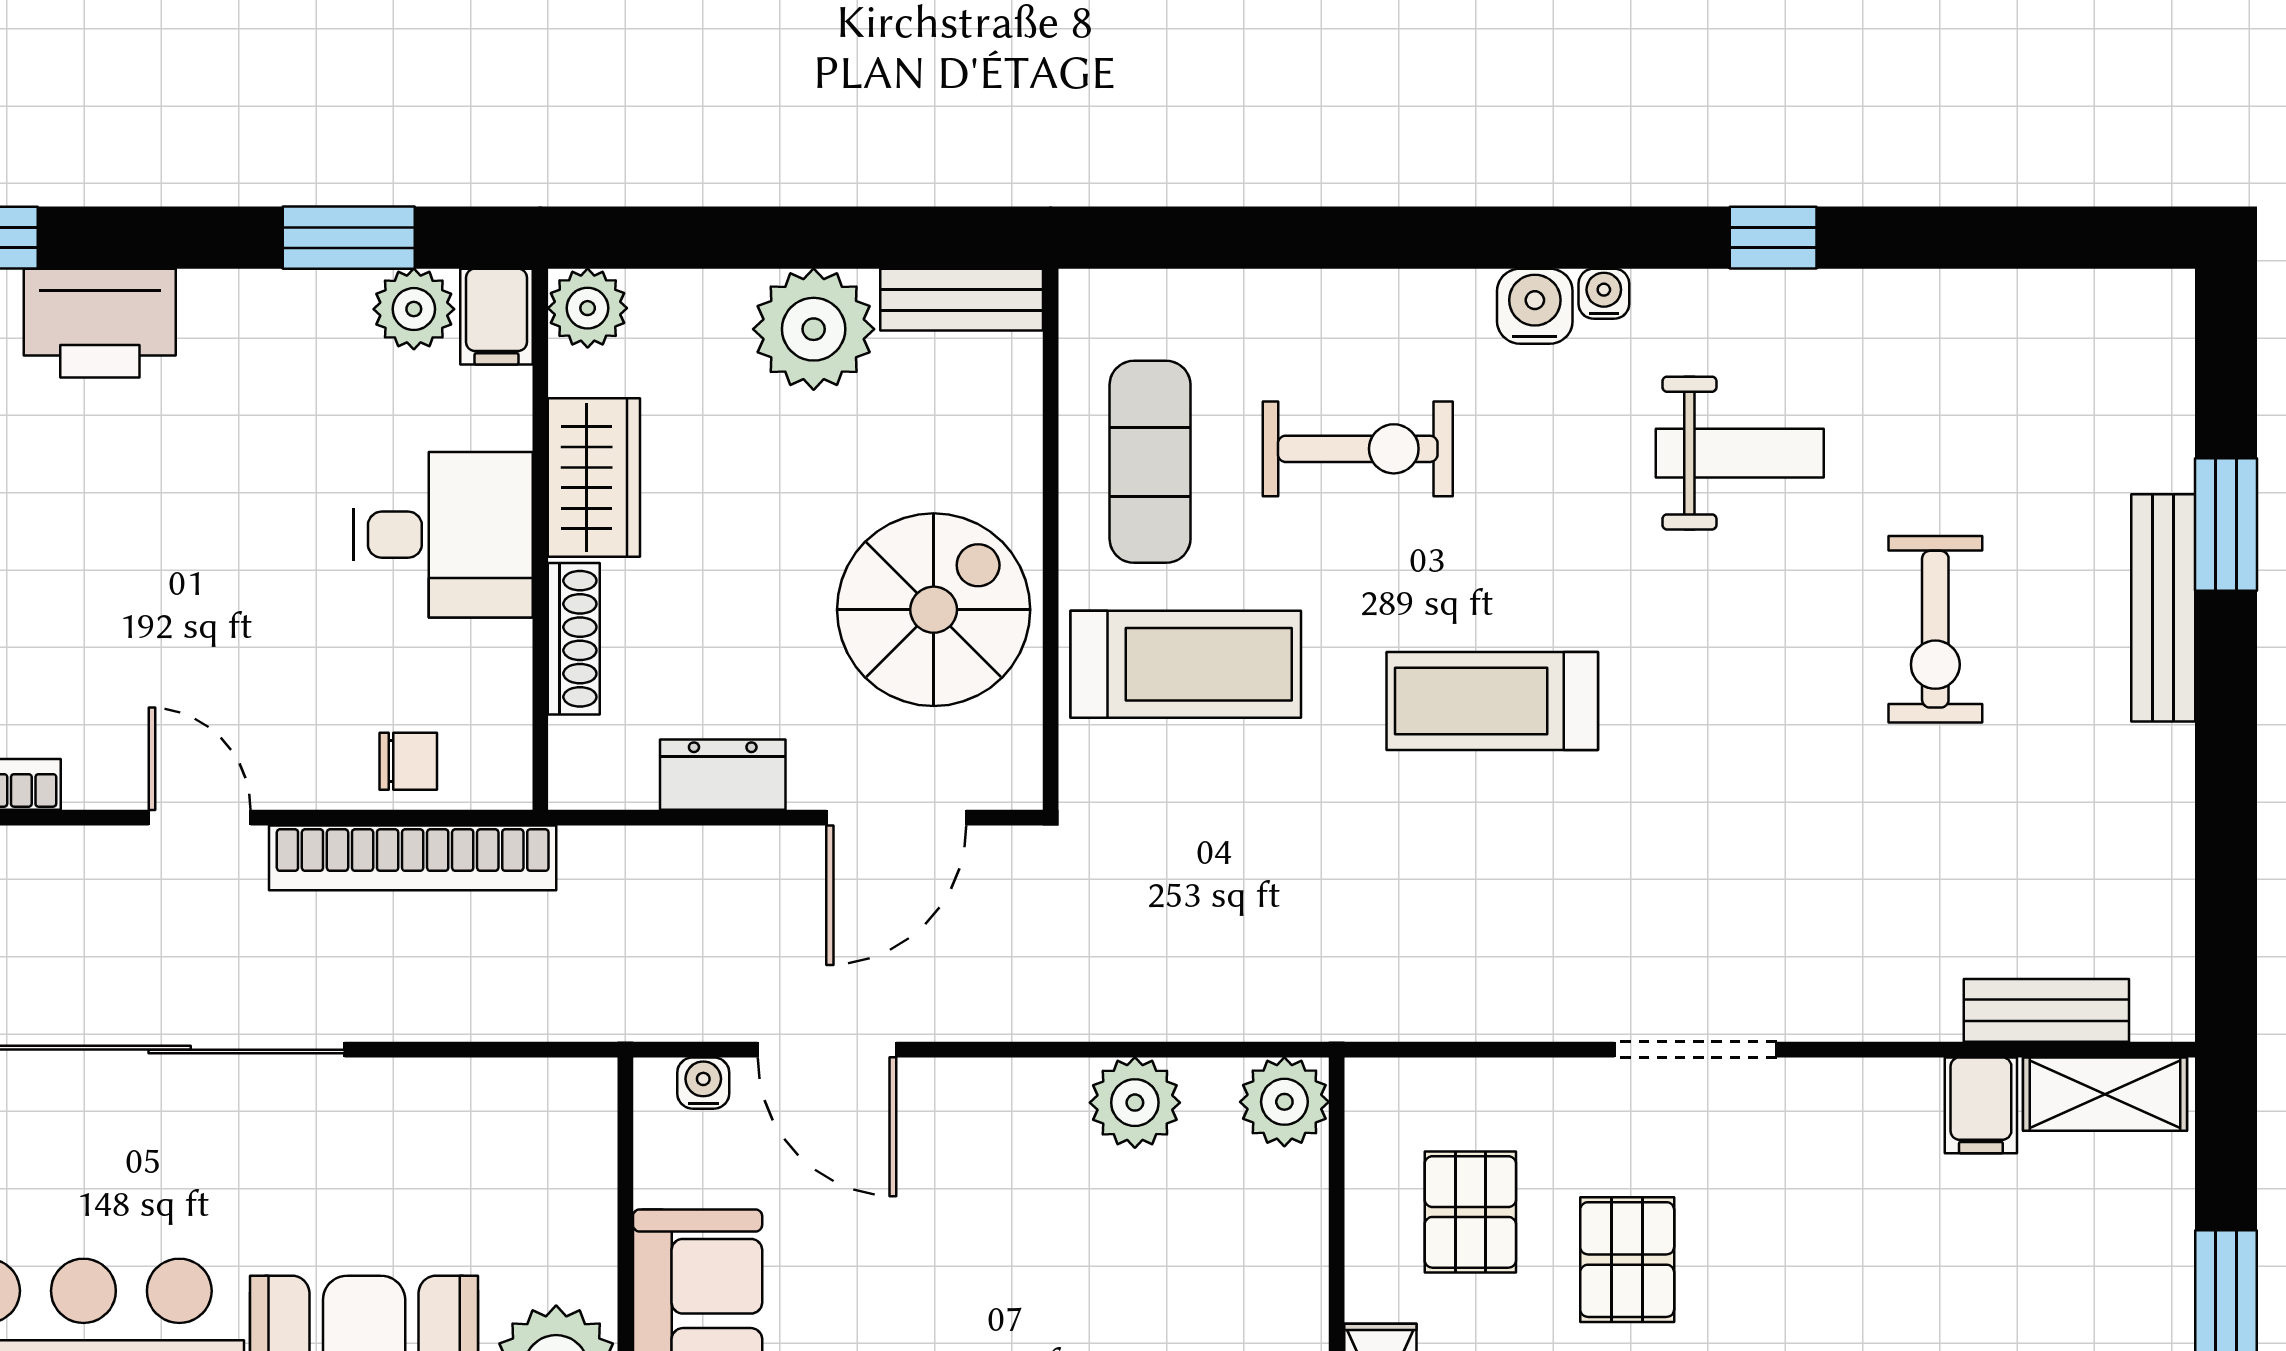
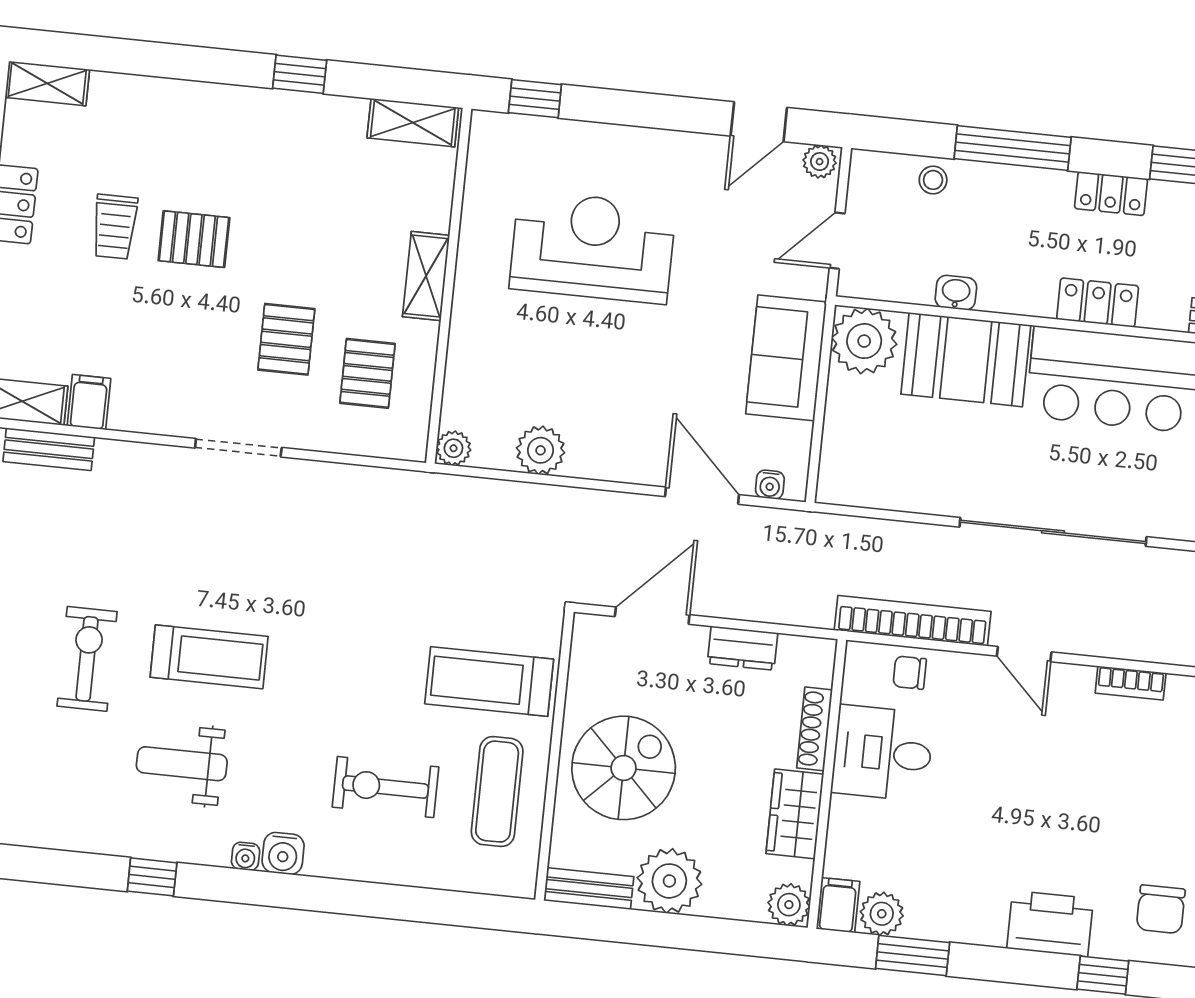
desk: (443, 535) -> (883, 753), moved
spiral stairs: (934, 610) -> (624, 768), moved, turned 180
treadmill: (1492, 701) -> (209, 657), moved
plant: (1284, 1102) -> (453, 448), width x0.73, depth x0.73

